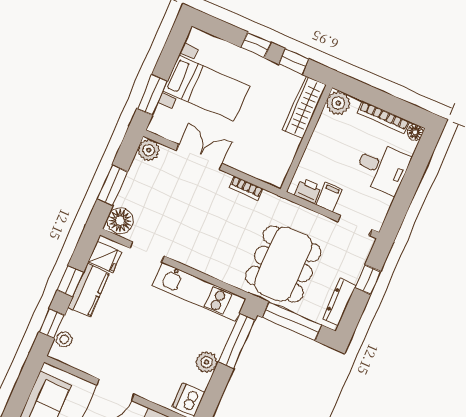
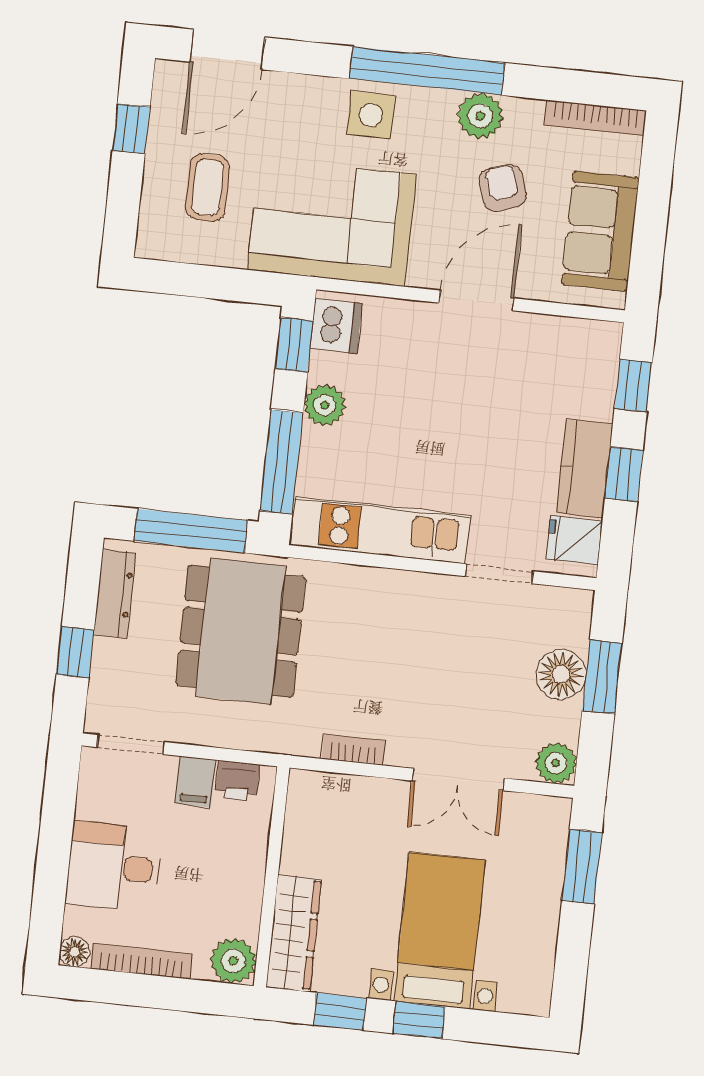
bed with nightstands: (206, 88) -> (439, 931), moved, turned 90
floor lamp: (120, 221) -> (561, 675), moved
stool: (64, 339) -> (601, 364), removed
window: (212, 396) -> (294, 345), added

